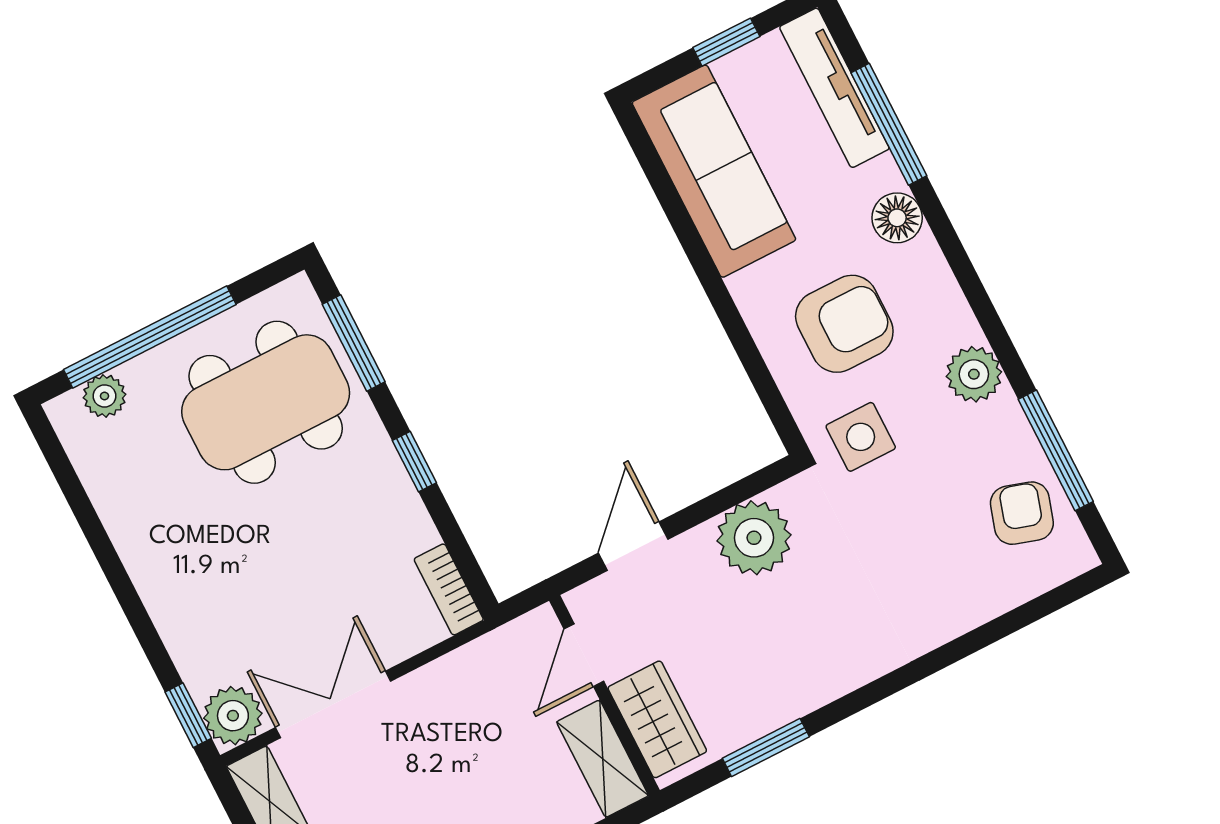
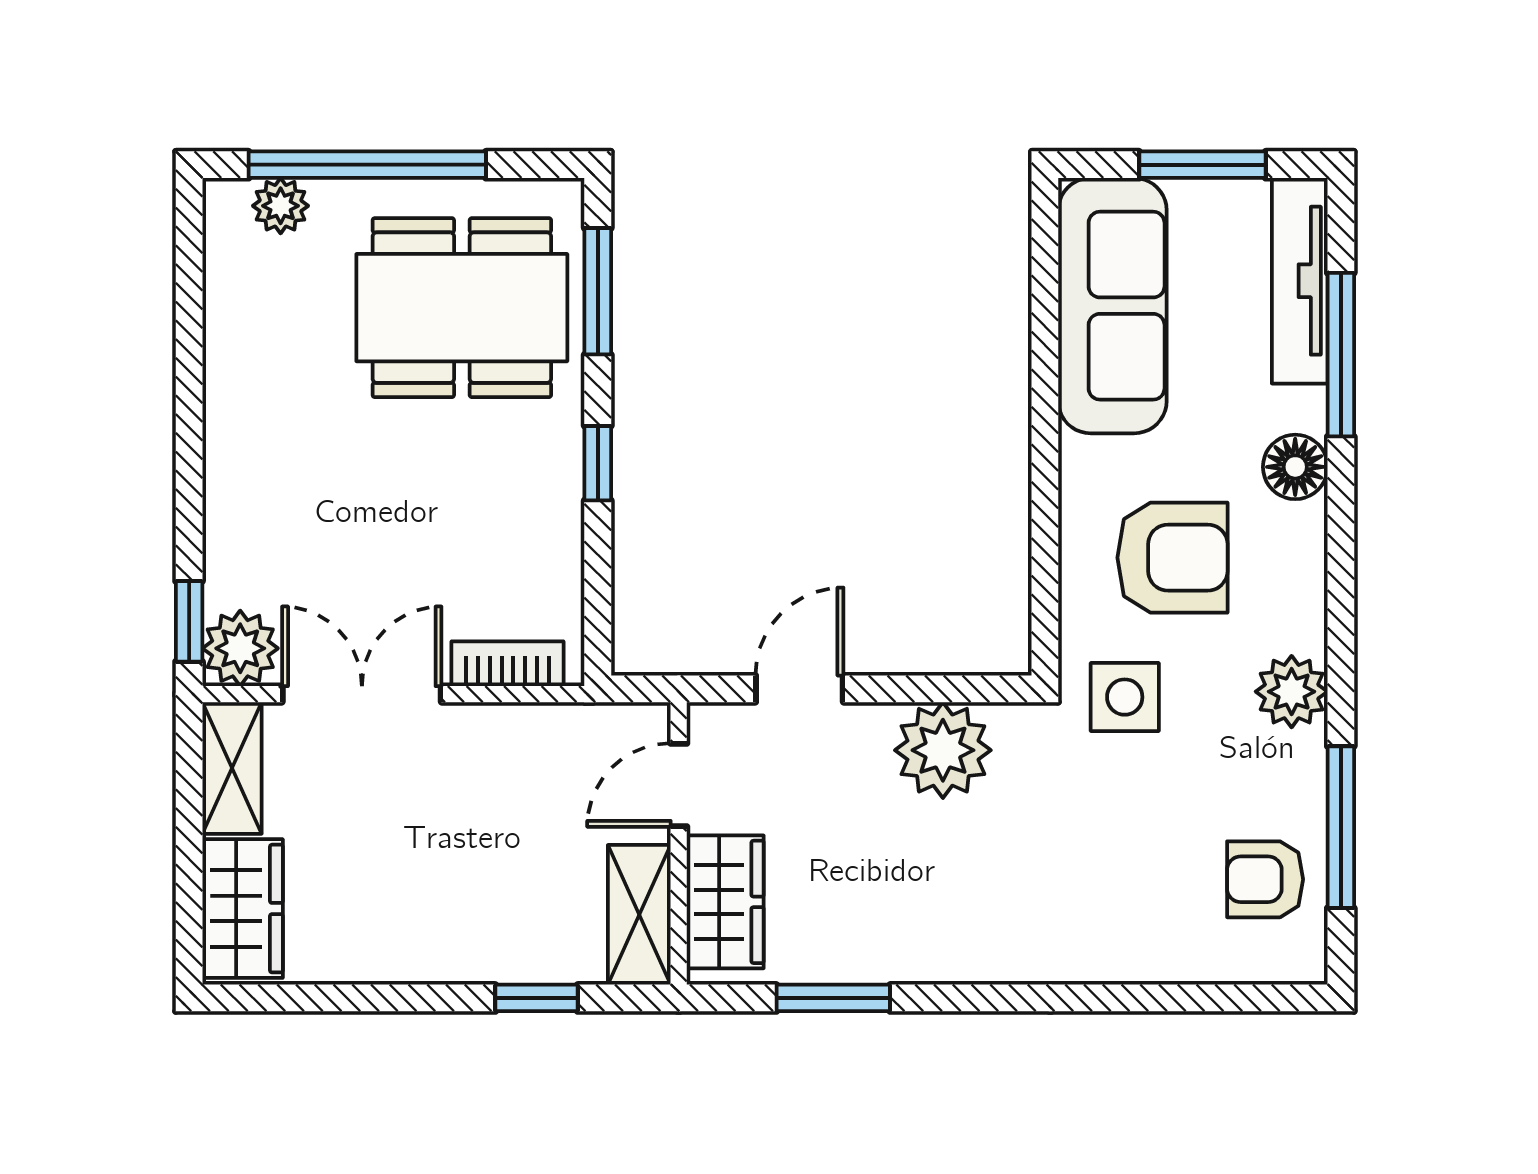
window: (726, 42) -> (1202, 165), width x1.50
armchair: (1022, 513) -> (1265, 879), turned -107
bookcase: (449, 589) -> (508, 664), moved, turned 90

